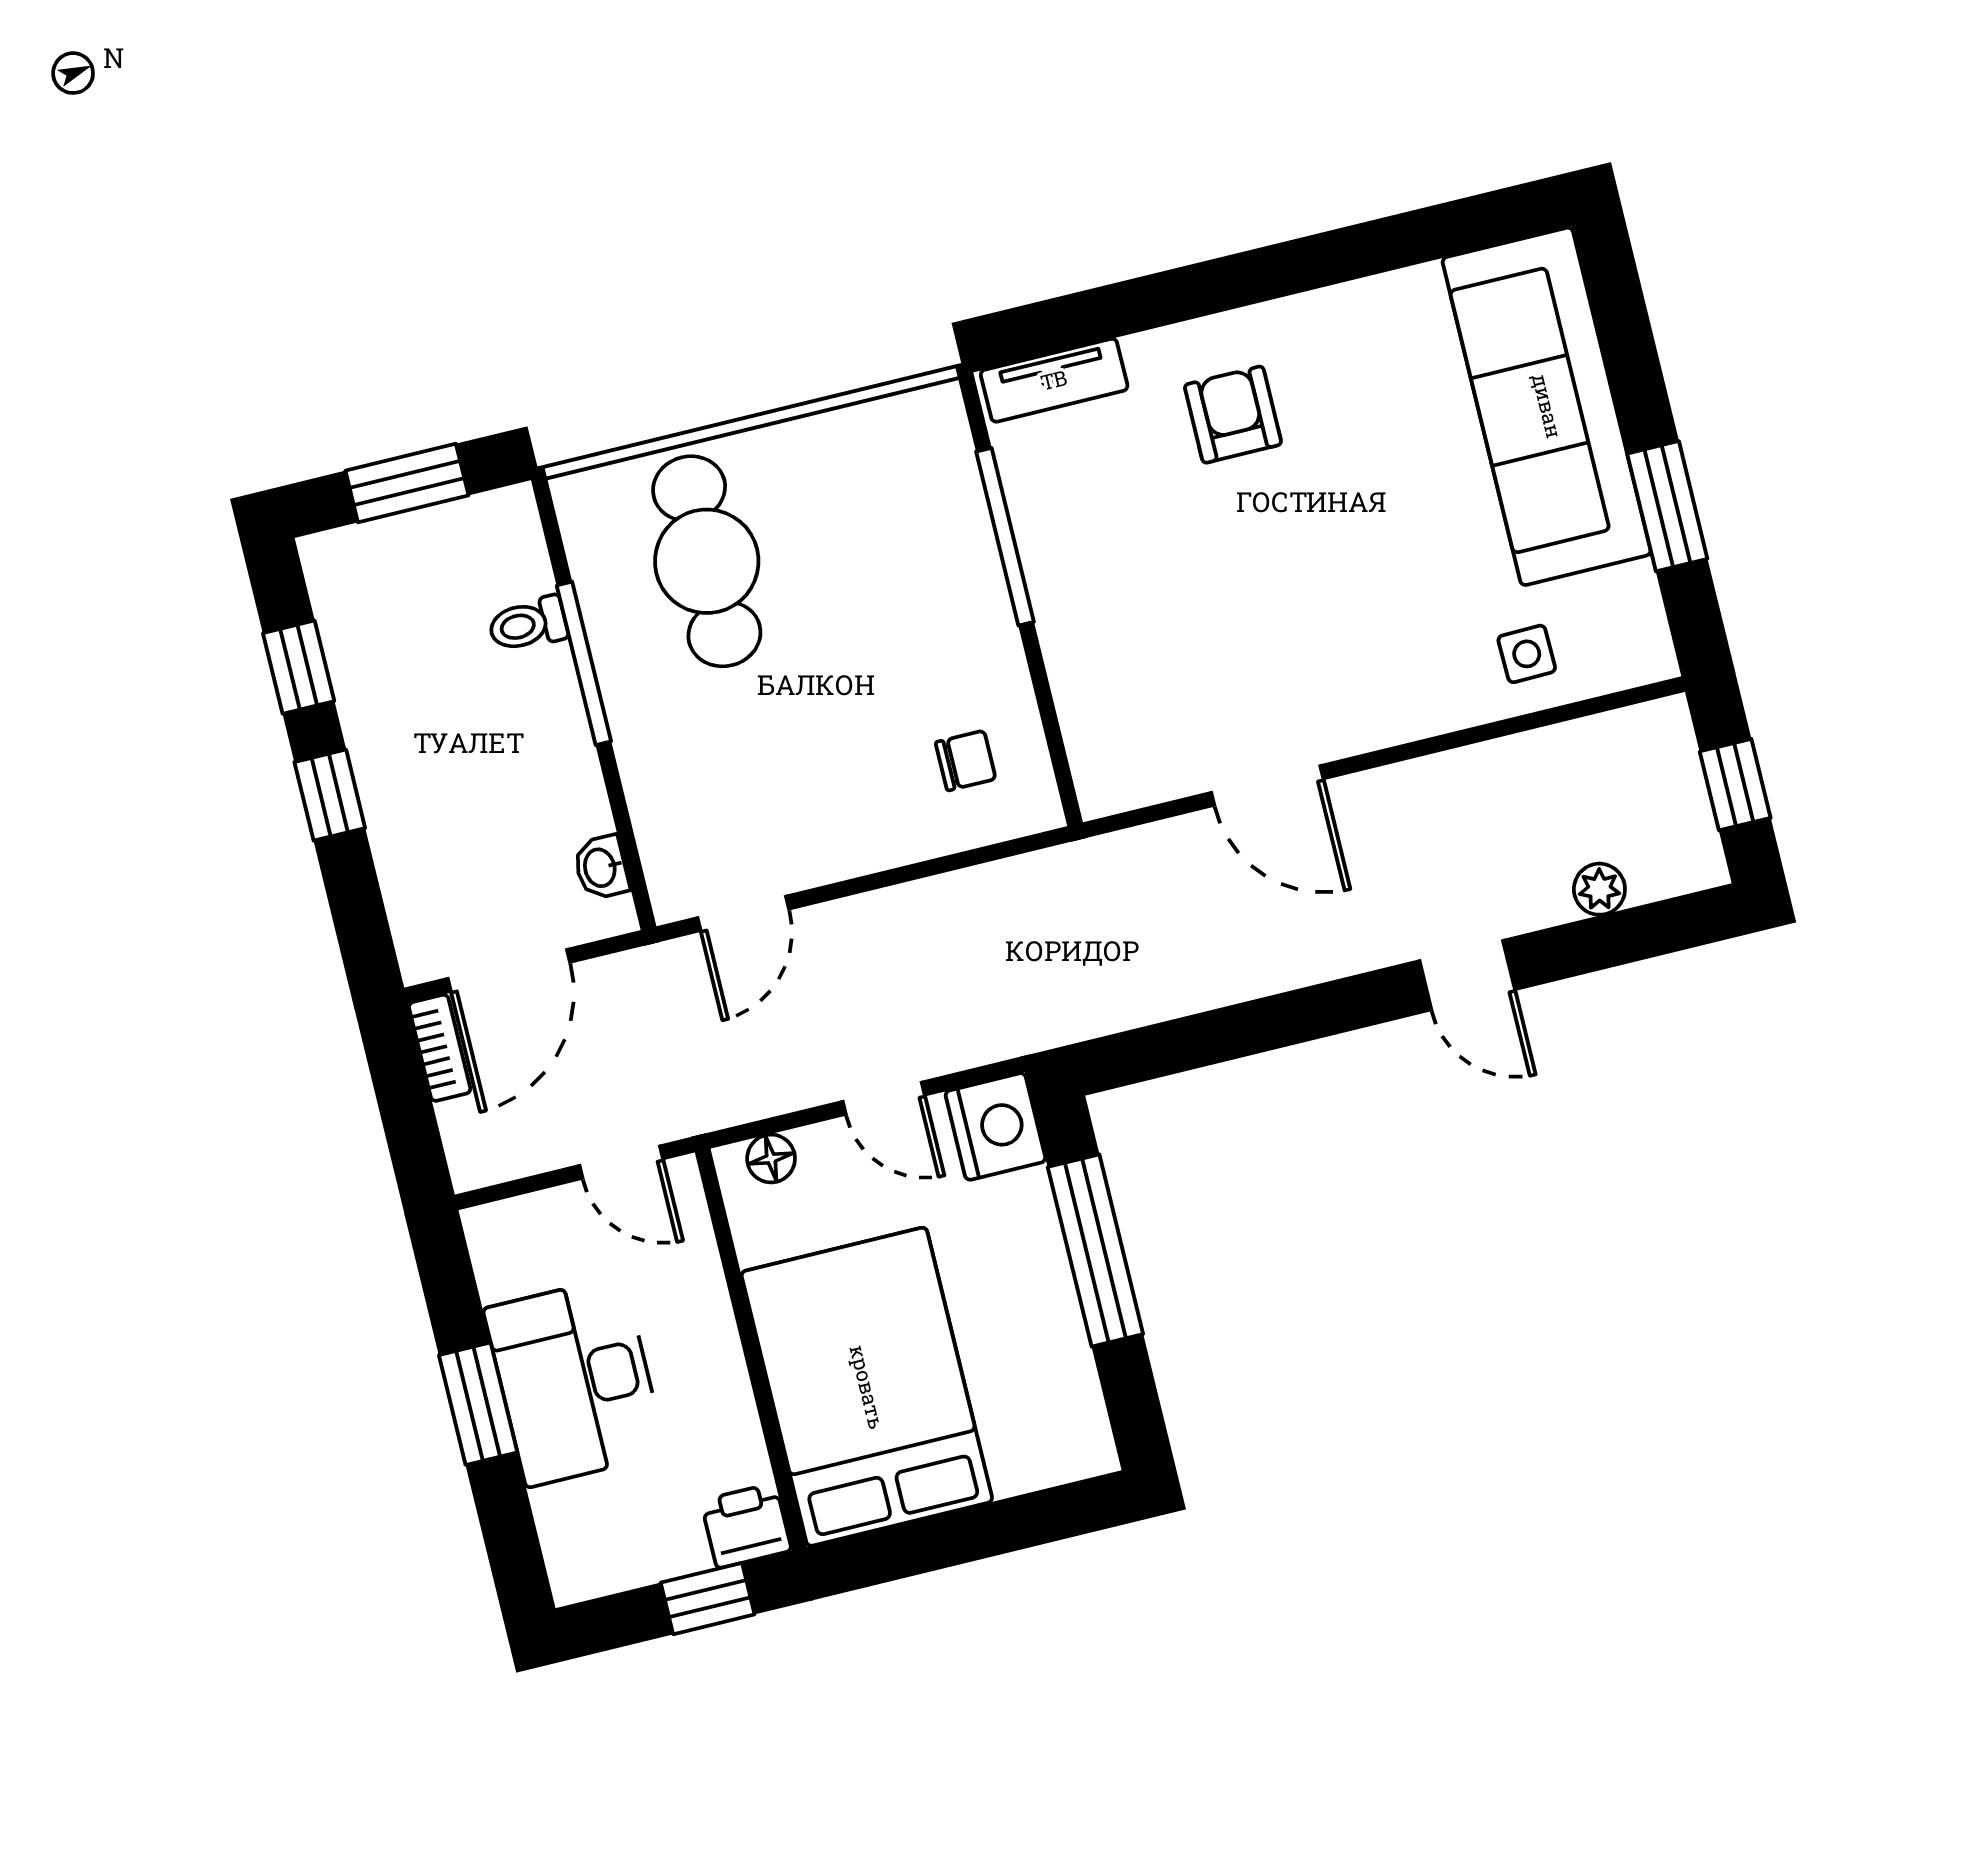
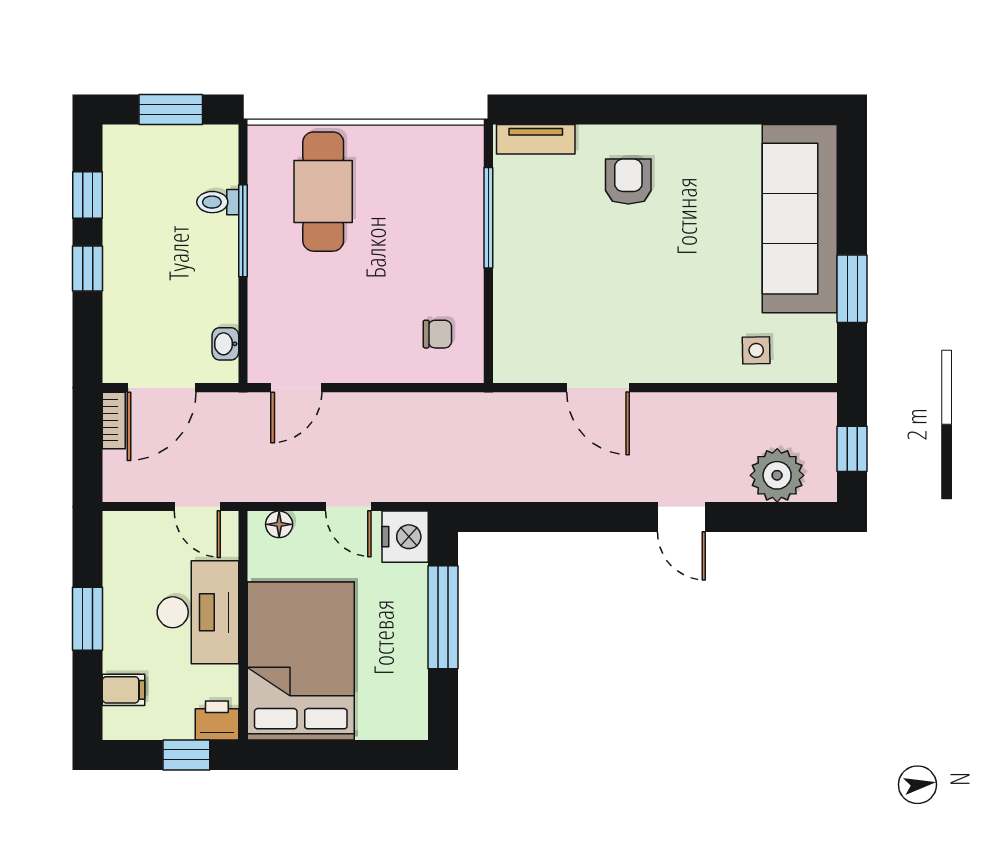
plant: (1599, 889) -> (777, 475), width x1.87, depth x1.87
desk: (575, 1381) -> (198, 612), moved, turned 180
filing cabinet: (571, 1512) -> (123, 690), added

